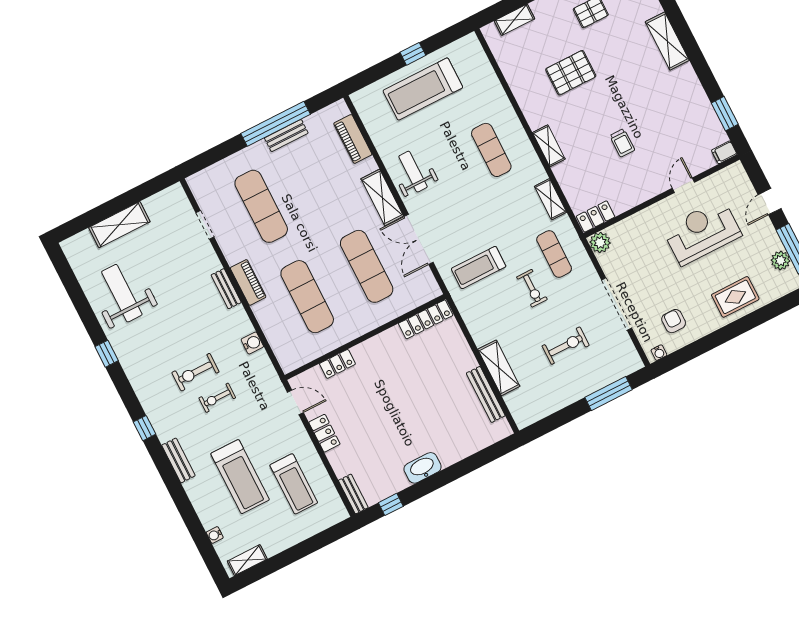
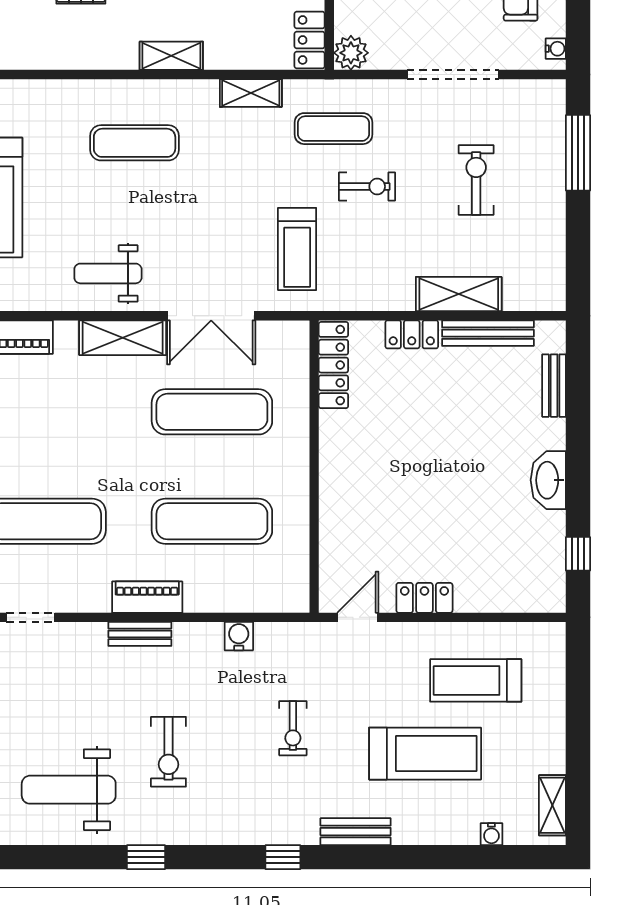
locker: (337, 364) -> (412, 334), moved, turned 90
exercise bike: (195, 372) -> (168, 752), moved
treadmill: (294, 484) -> (476, 680), turned 180
bench: (353, 494) -> (554, 386), moved, turned 90

